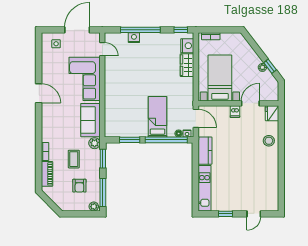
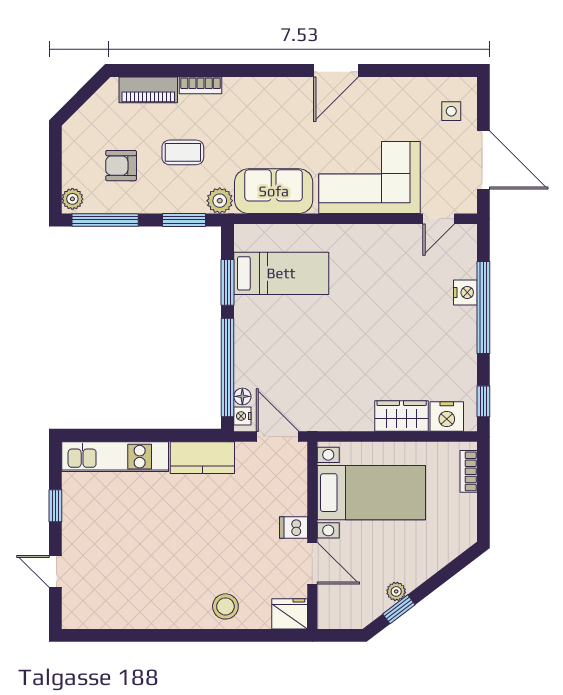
bed: (158, 117) -> (281, 273), moved
door: (196, 118) -> (278, 437), swing flipped

